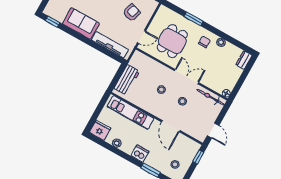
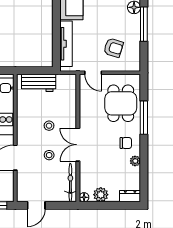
window: (194, 19) -> (144, 118), width x1.44
dining table: (172, 41) -> (121, 103), moved, turned 90
double door: (186, 77) -> (78, 145), swing flipped
plant: (231, 80) -> (101, 195), added

